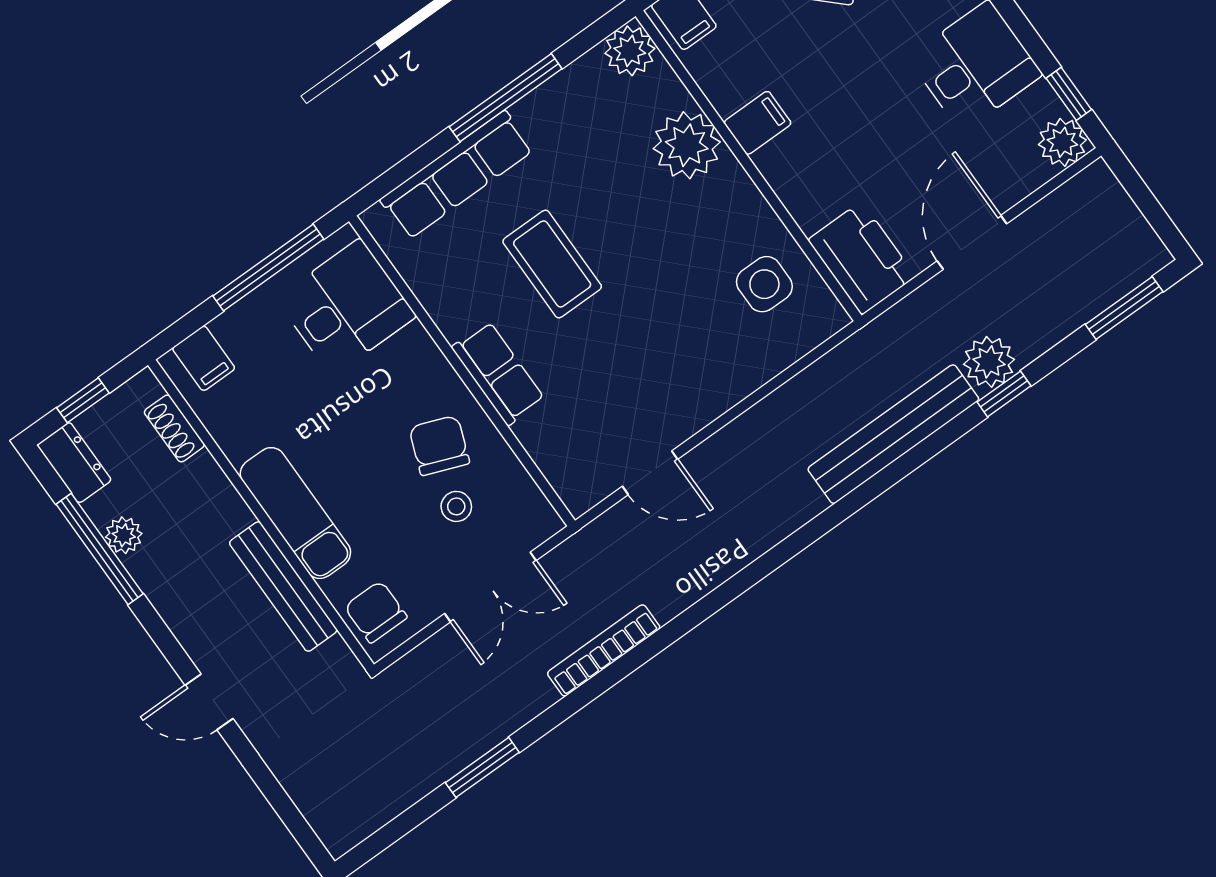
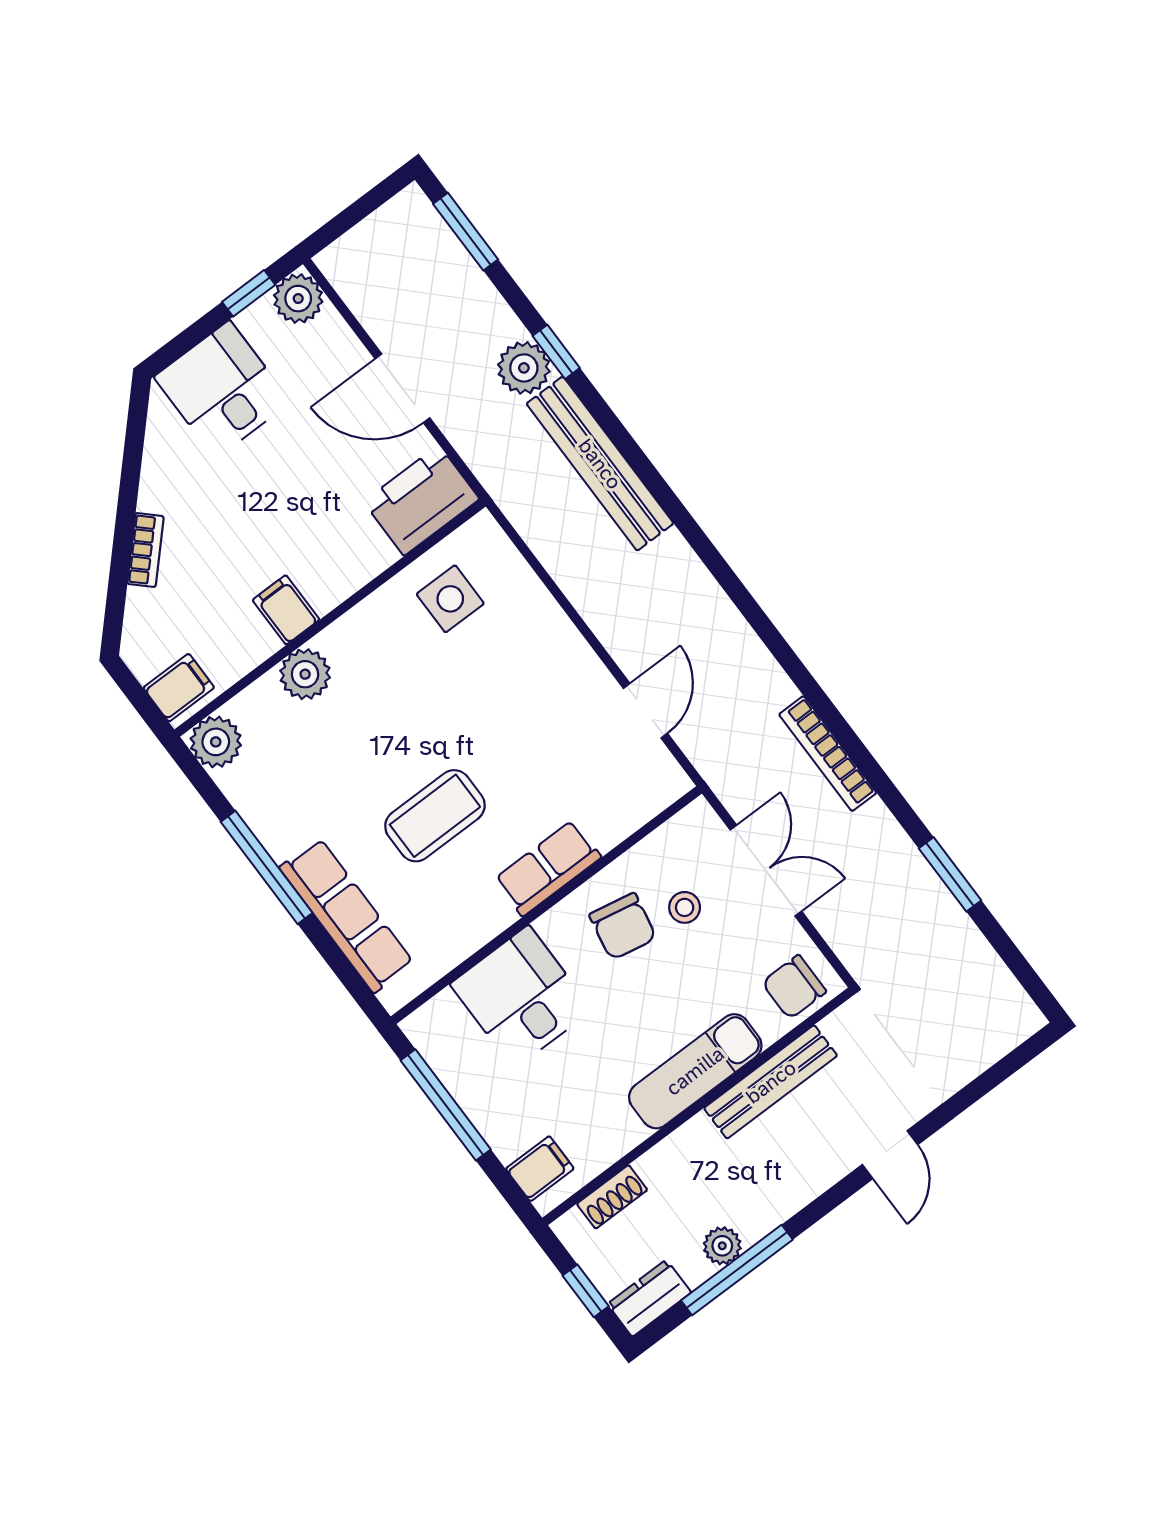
plant: (687, 145) -> (305, 674), width x0.73, depth x0.73
desk: (346, 307) -> (521, 997), moved
chair: (439, 445) -> (623, 926), turned -100

